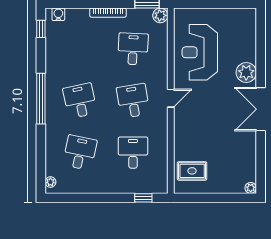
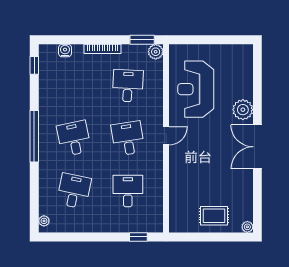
water cooler: (58, 14) -> (65, 51), moved
rug: (192, 171) -> (214, 216), moved

